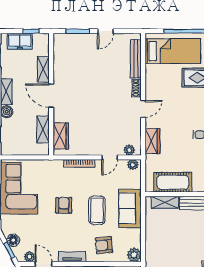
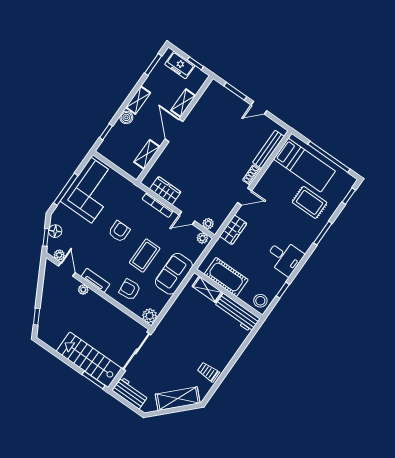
wardrobe: (61, 136) -> (165, 191), moved, turned -90

